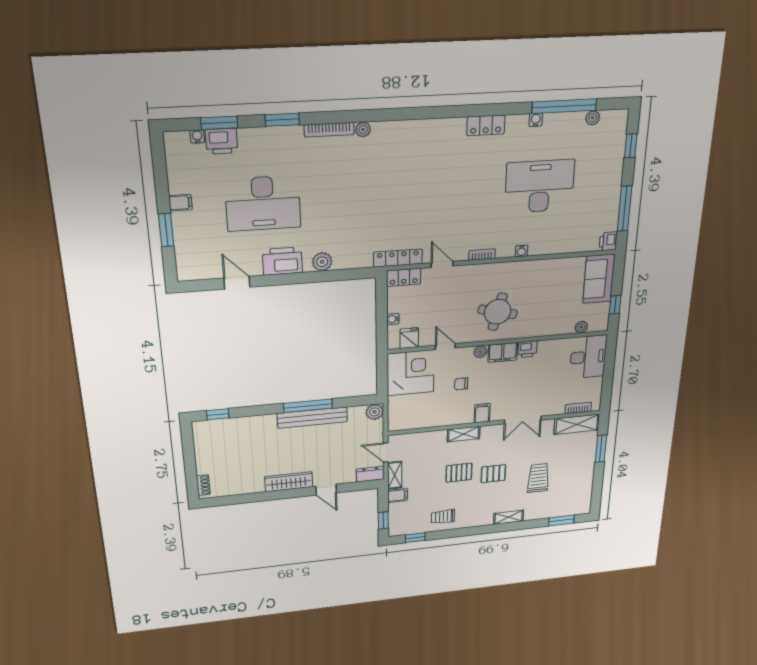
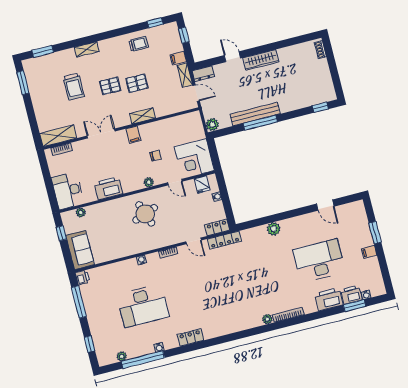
window: (282, 120) -> (318, 315), removed
printer: (282, 261) -> (329, 299), moved, turned 180
round table: (498, 312) -> (145, 214), turned -34
printer: (527, 349) -> (109, 188), width x1.87, depth x1.48
filing cabinet: (503, 352) -> (132, 184), removed
window: (601, 449) -> (23, 83), moved

